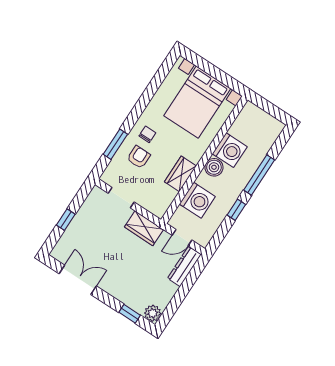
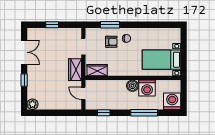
bed with nightstands: (197, 102) -> (161, 60), width x0.73
wardrobe: (180, 174) -> (97, 70), moved
washing machine: (197, 200) -> (172, 101), moved, turned 180
window: (236, 210) -> (104, 113), moved
dresser: (184, 266) -> (69, 105), removed
window: (130, 314) -> (24, 80), moved

